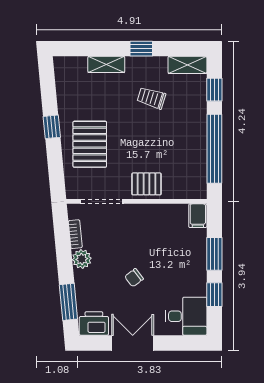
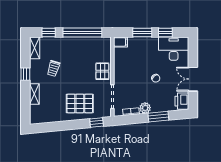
window: (52, 127) -> (97, 123), moved
window: (68, 302) -> (158, 117), moved
desk: (186, 316) -> (174, 49), width x1.37

